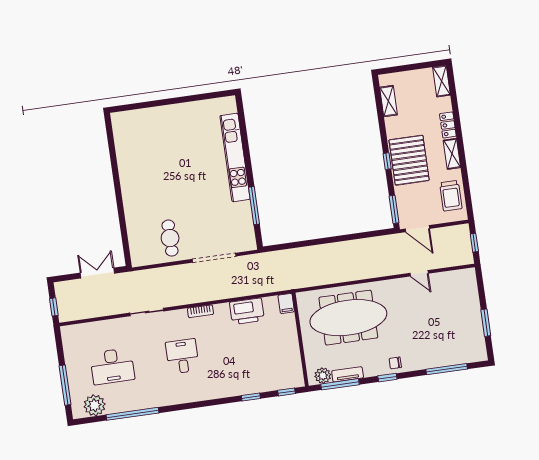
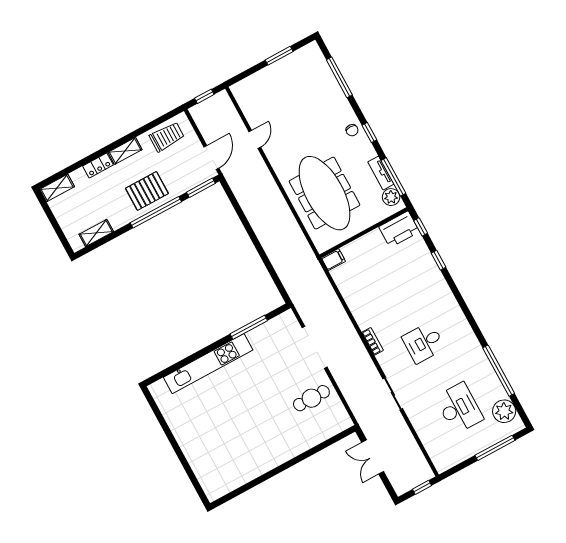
pallet: (409, 160) -> (147, 191), width x0.73, depth x0.71
window: (387, 161) -> (156, 212), width x3.17
printer: (247, 311) -> (399, 229), moved, turned 90

